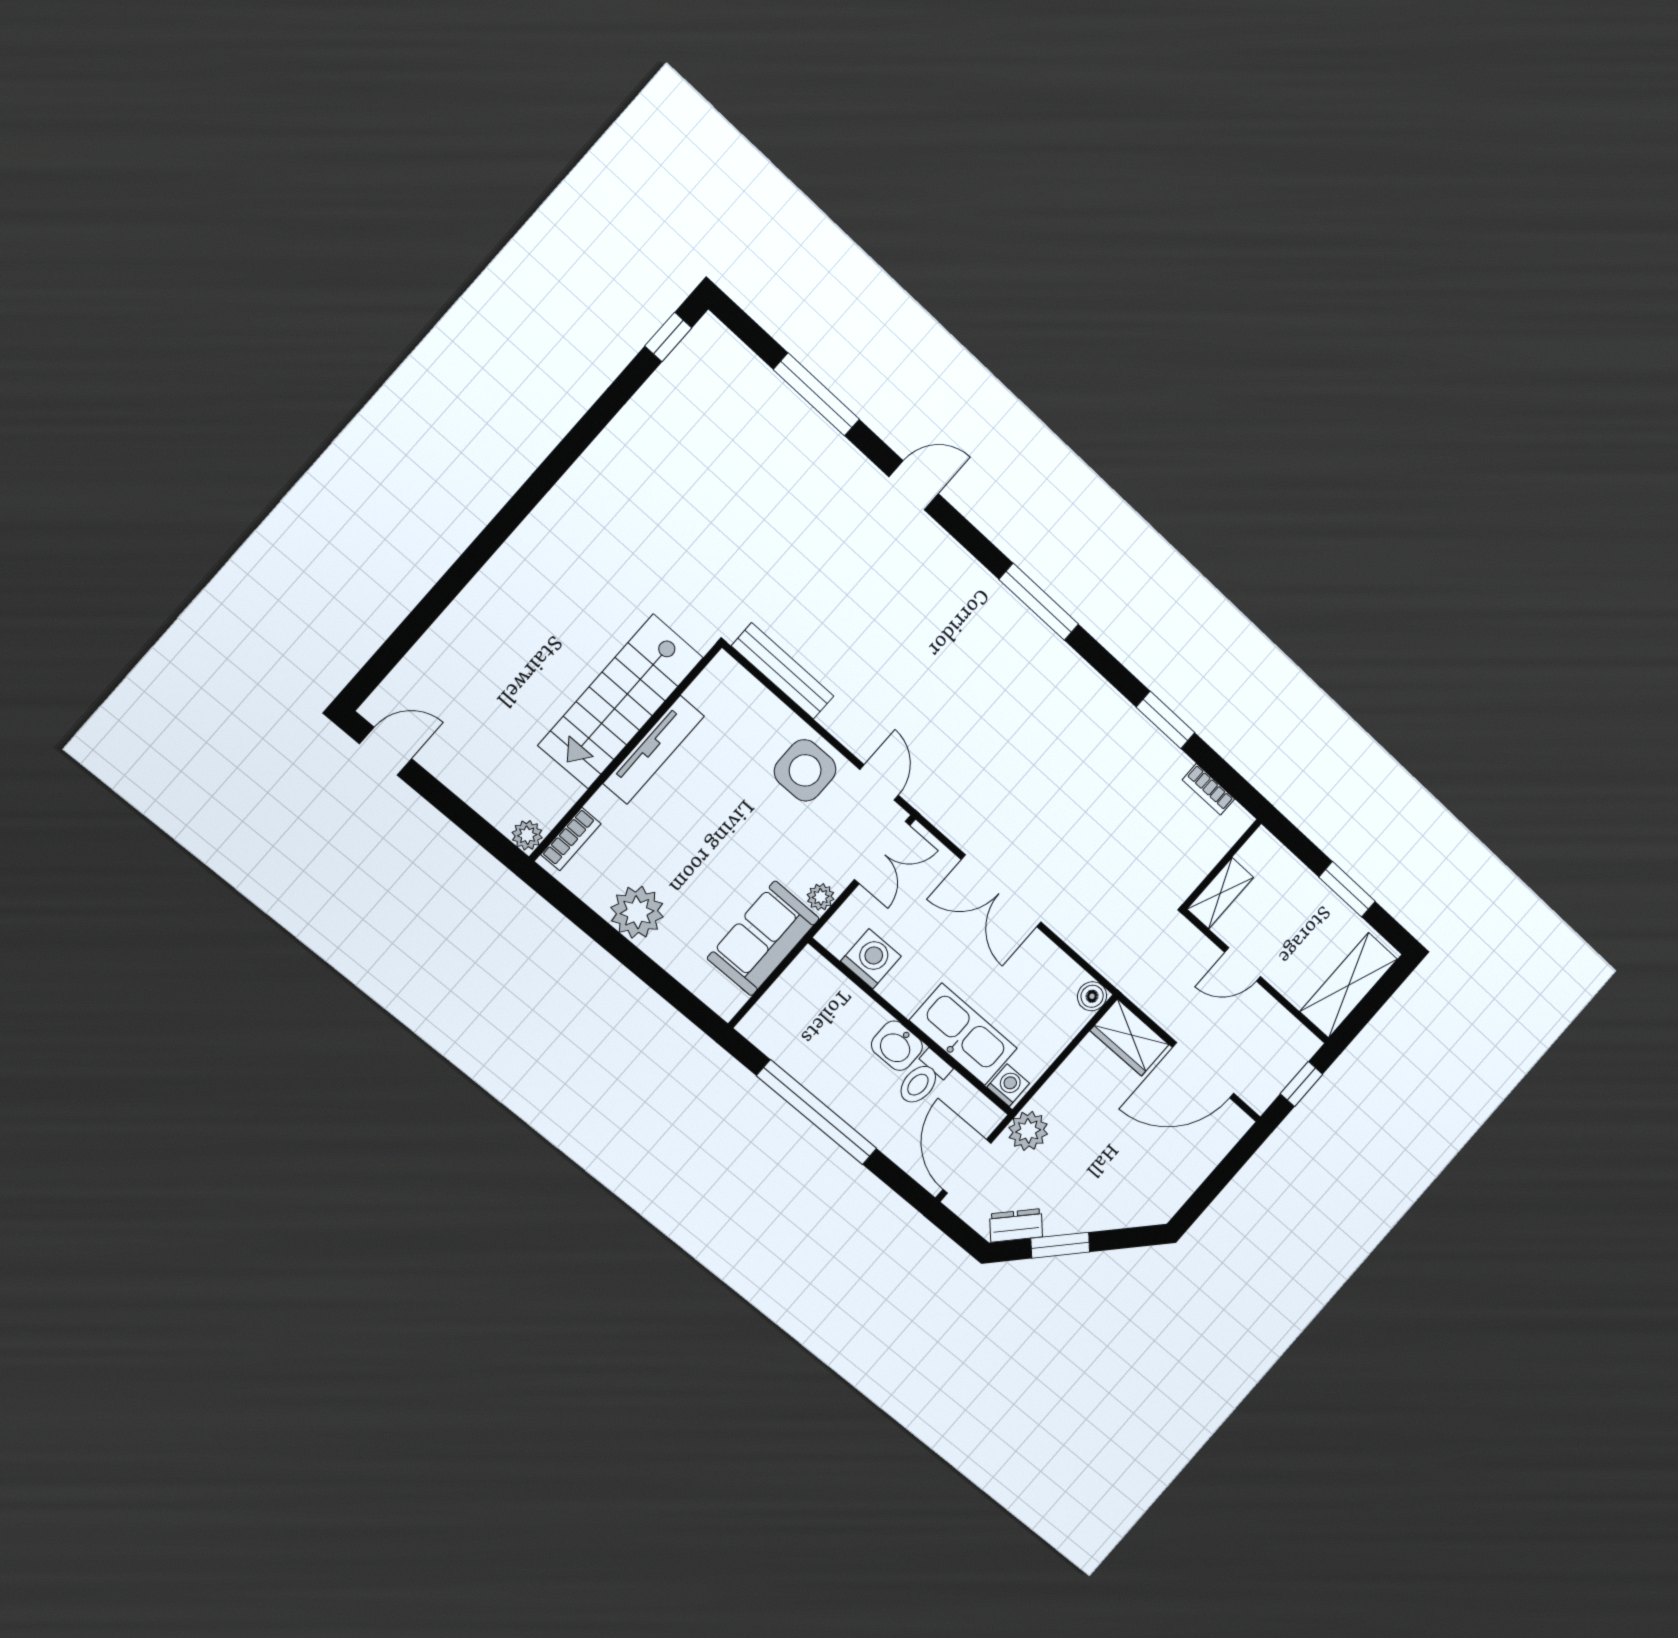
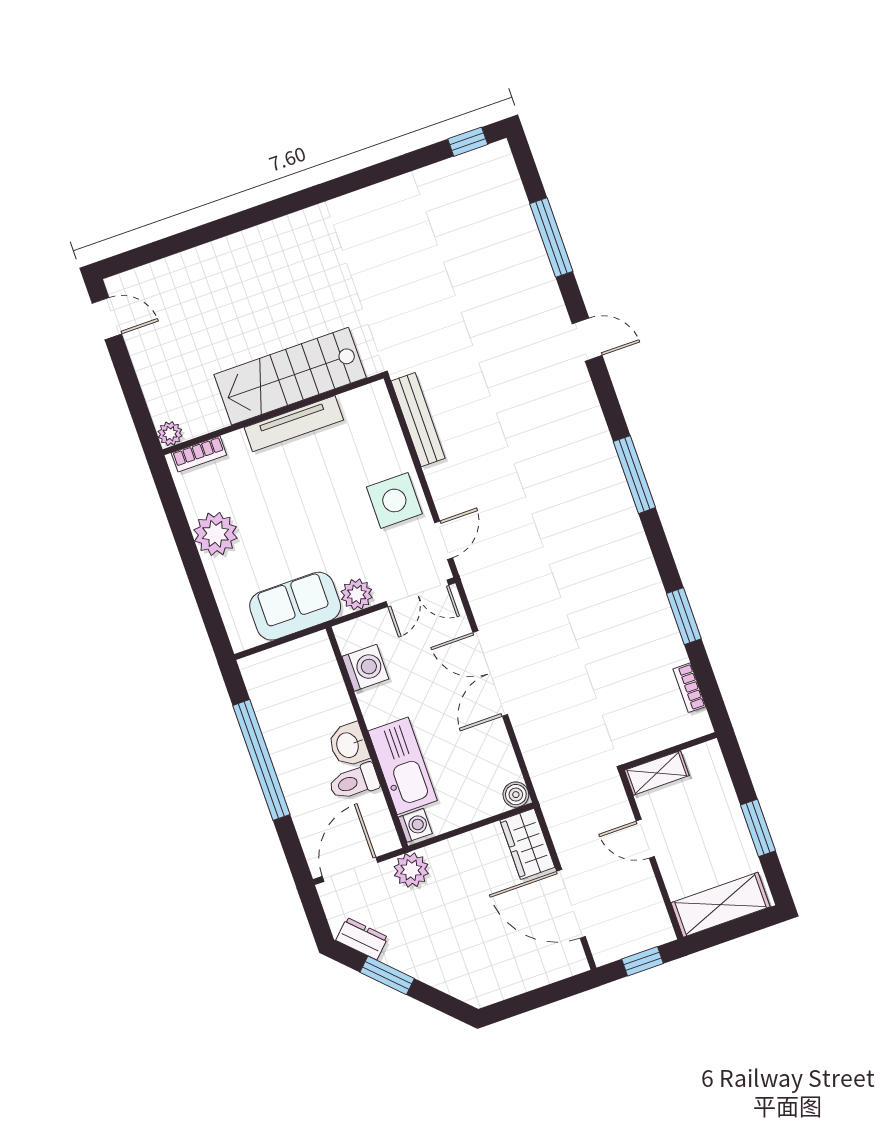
plant: (821, 897) -> (357, 594), width x1.38, depth x1.38

